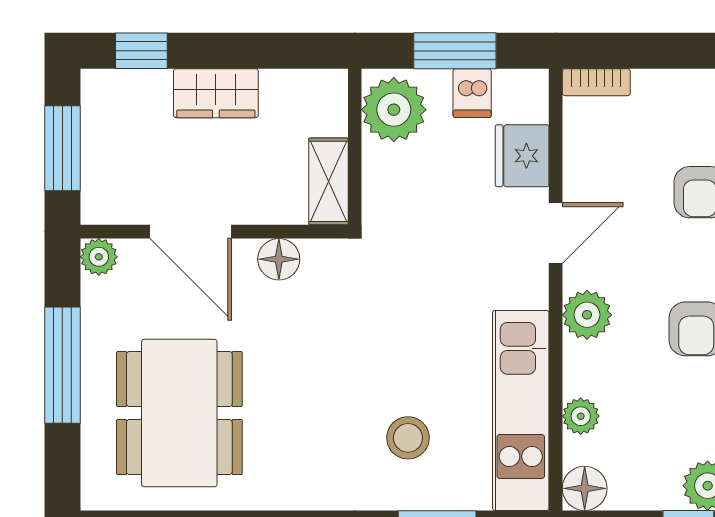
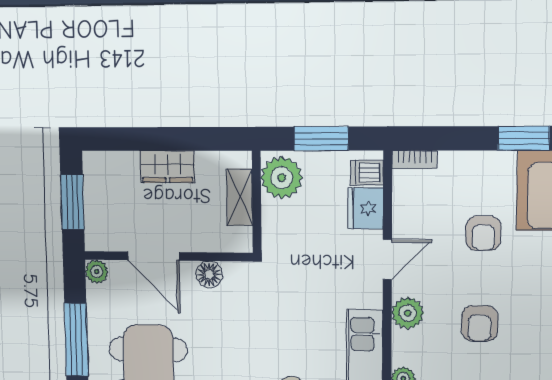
window: (141, 51) -> (120, 139), removed
dishwasher: (472, 93) -> (367, 173), moved, turned 90
shelving: (329, 181) -> (240, 197), moved

